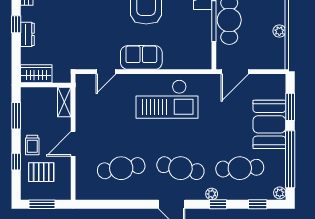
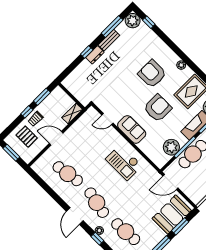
dresser: (27, 34) -> (95, 55), moved
plant: (200, 35) -> (171, 147), added
wardrobe: (36, 74) -> (72, 86), removed
checkout: (167, 99) -> (124, 162), width x0.73, depth x0.83
booth: (269, 124) -> (172, 215), moved
window: (16, 162) -> (27, 112), moved

